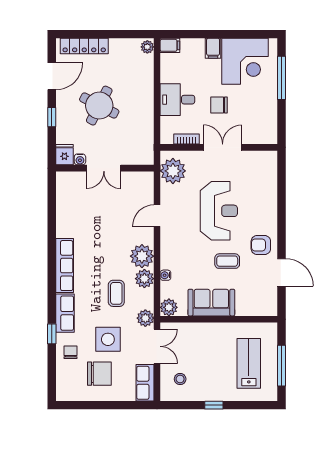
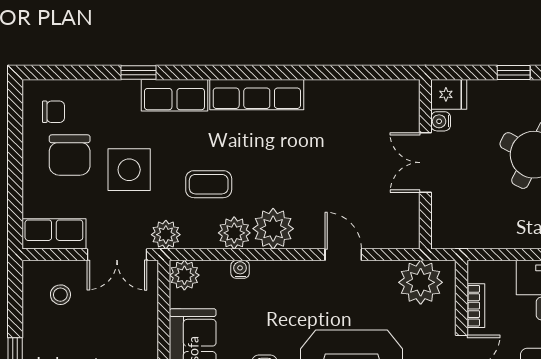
chair: (70, 352) -> (54, 112), moved

